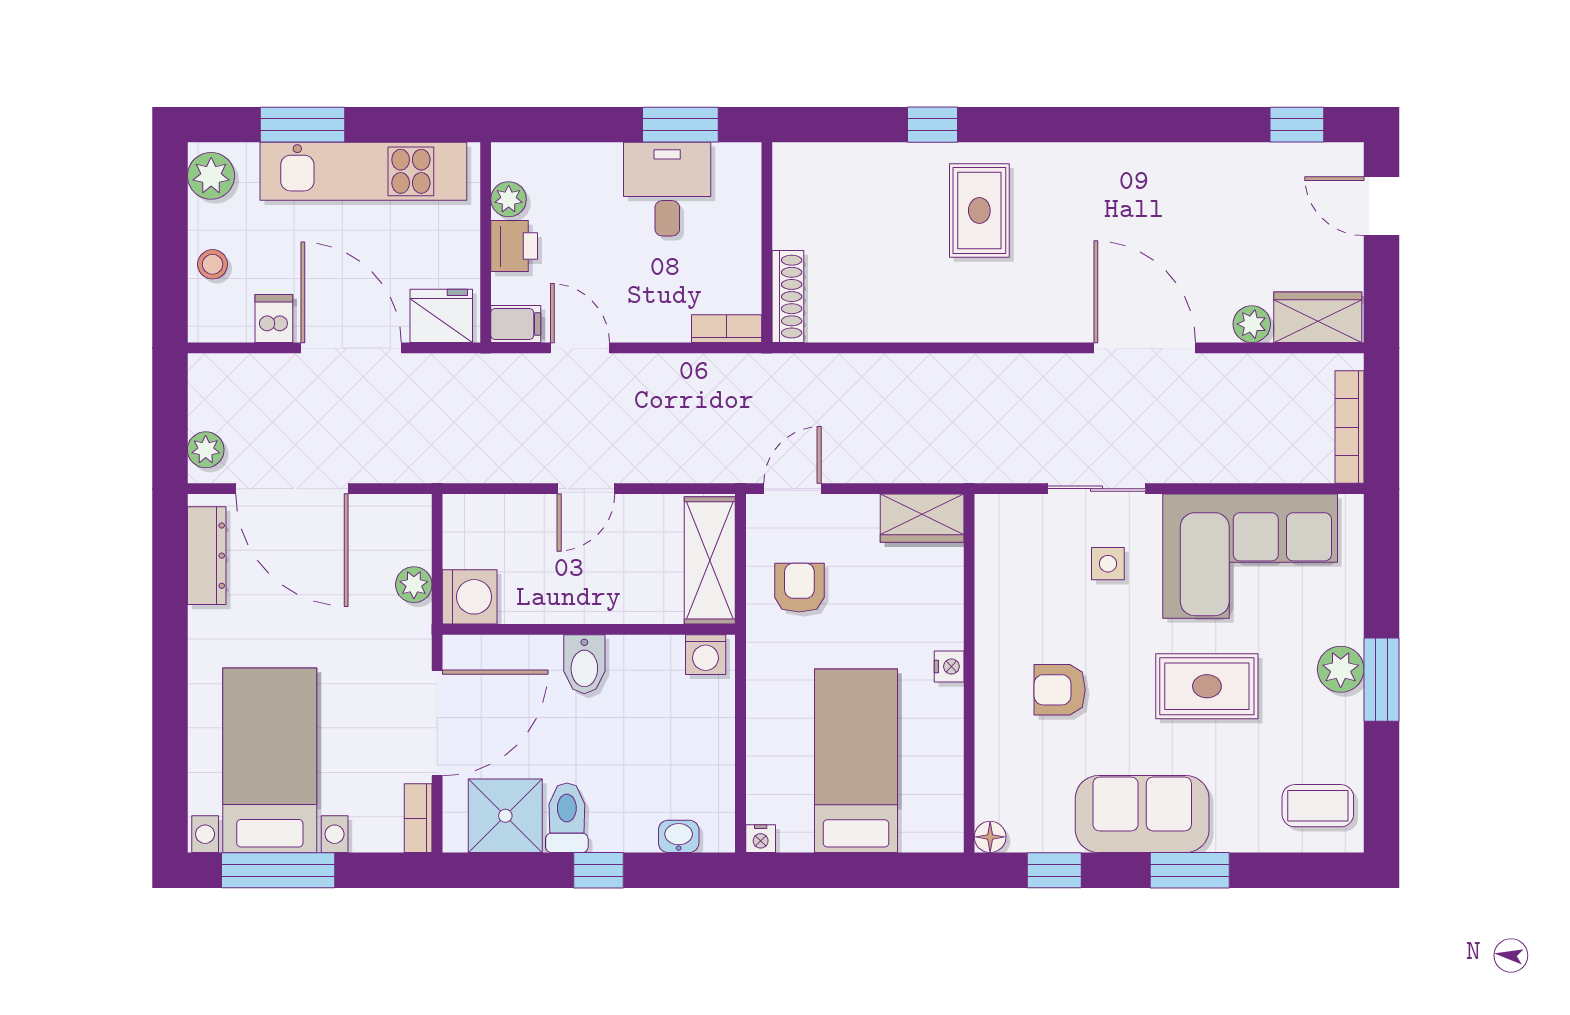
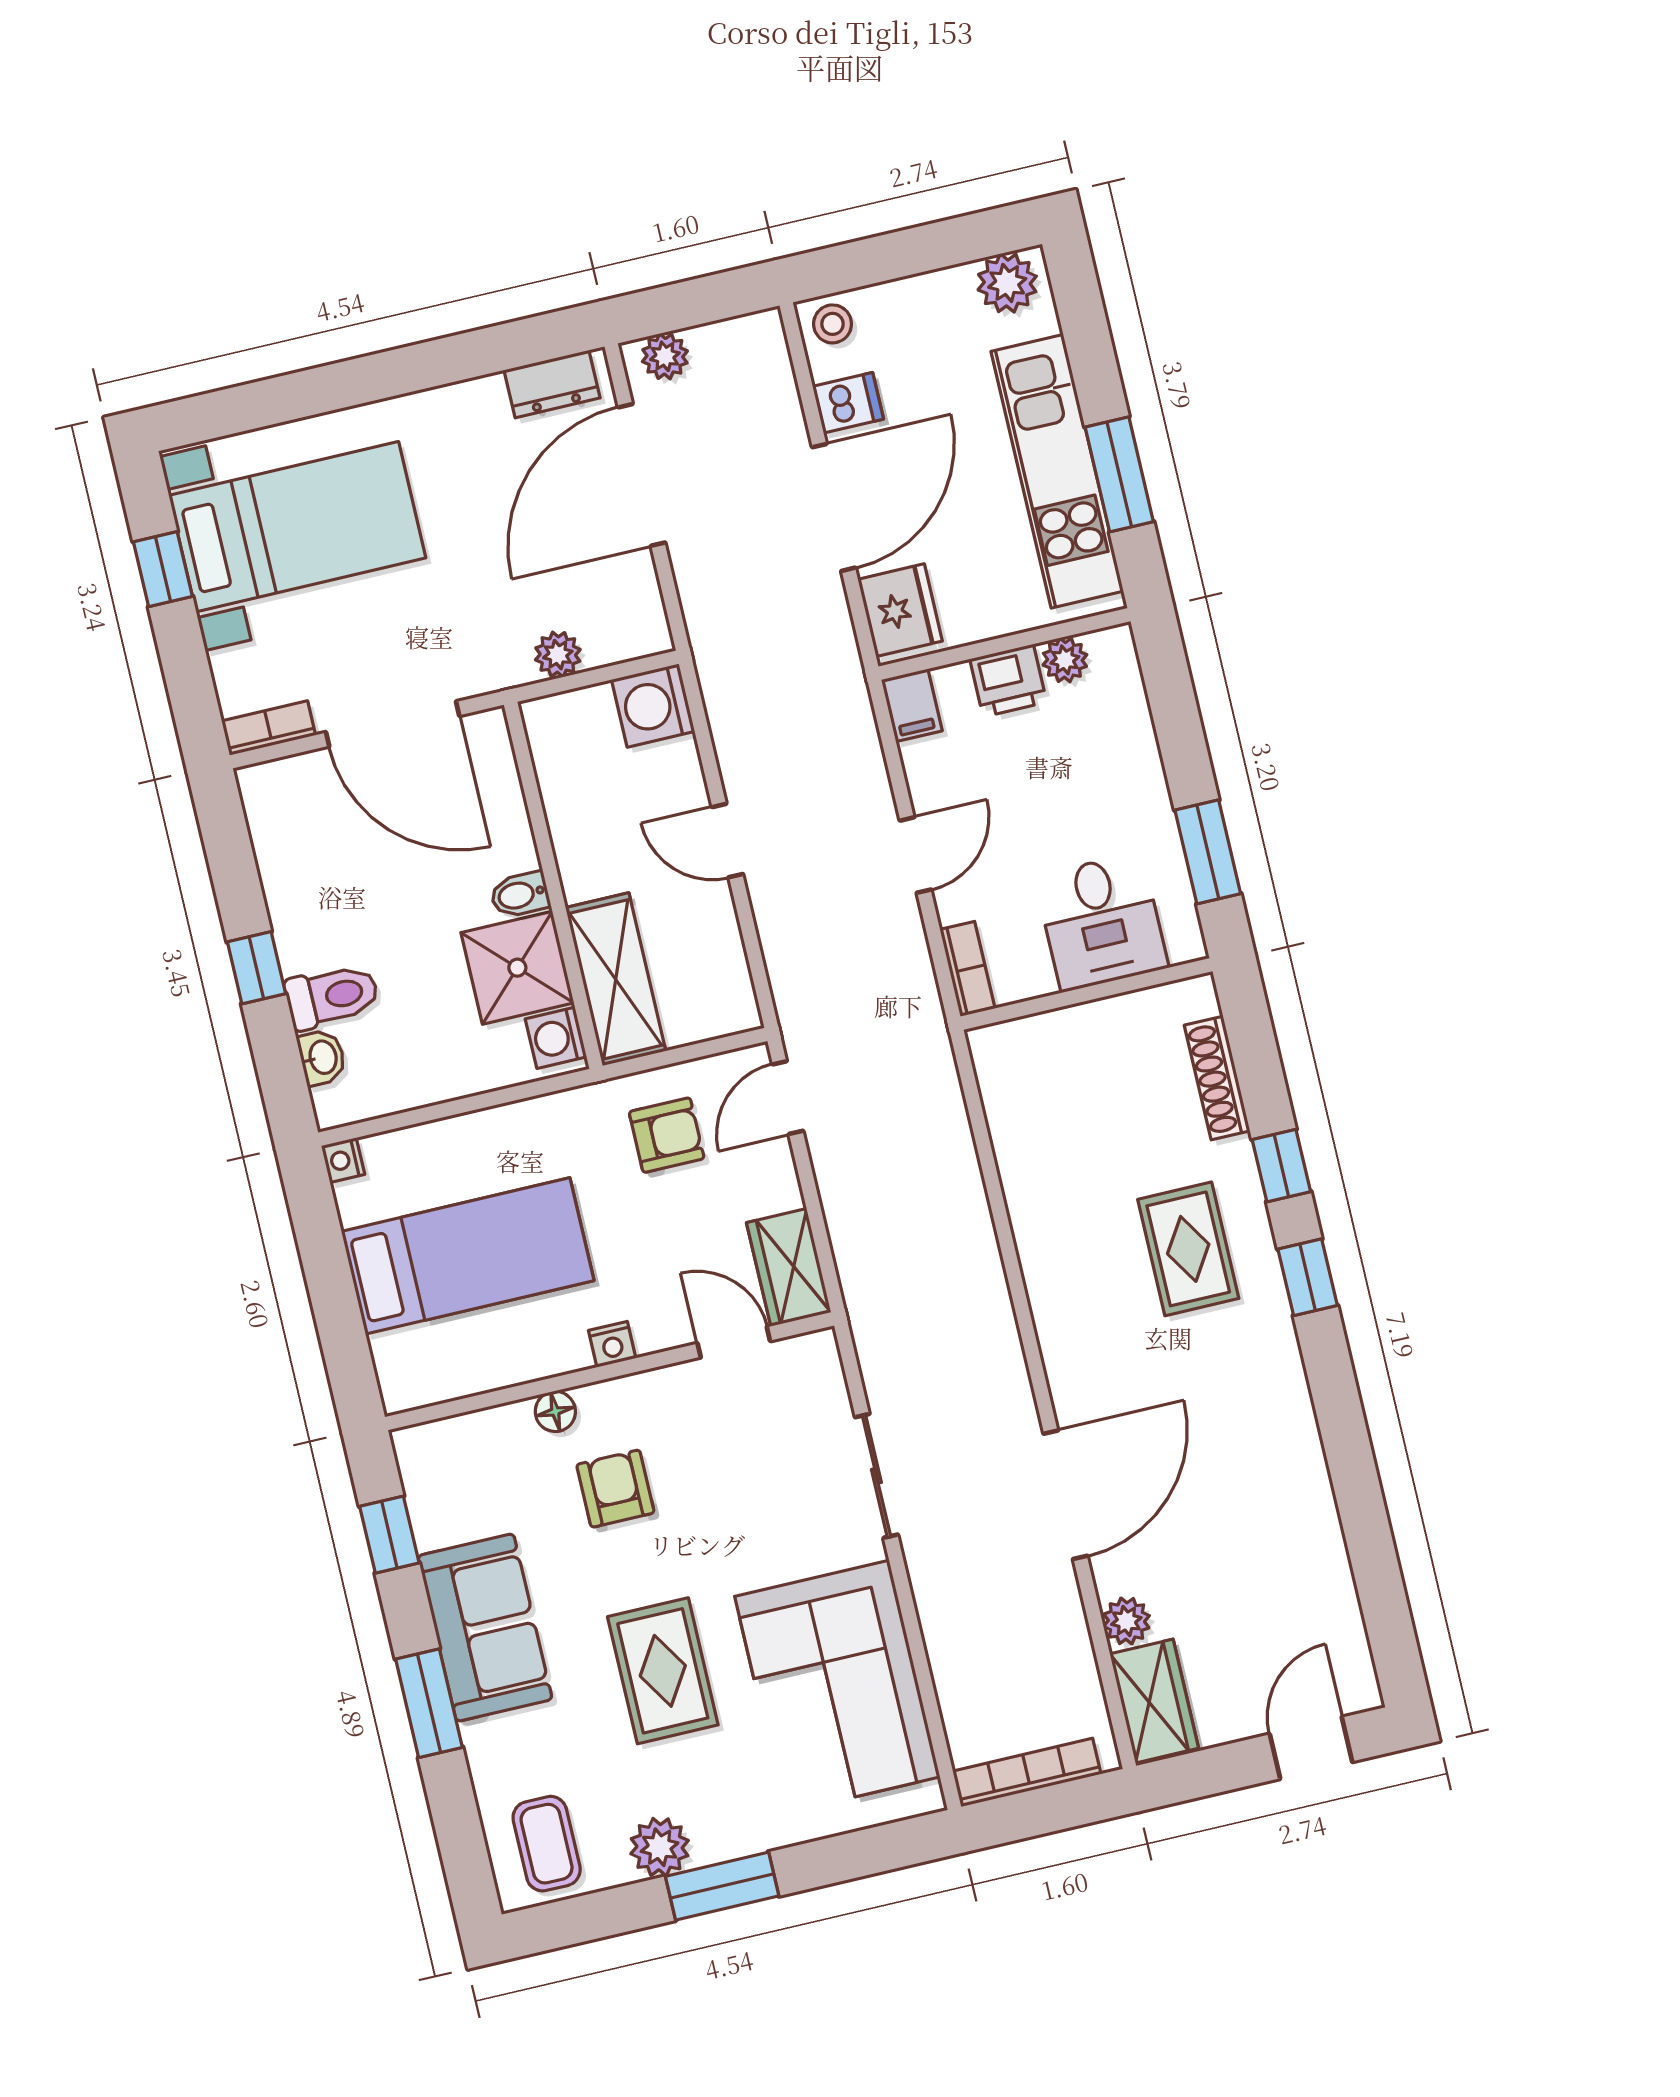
window: (303, 125) -> (1119, 474), moved
window: (1297, 125) -> (1308, 1277), moved
desk: (667, 189) -> (1102, 922), moved, turned 90
rug: (979, 211) -> (1188, 1249), turned 90
stool: (213, 264) -> (833, 324), moved
shoe rack: (788, 297) -> (1217, 1078), moved, turned 90
door: (580, 348) -> (915, 855), moved
door: (792, 489) -> (788, 1098), swing flipped
dresser: (207, 556) -> (552, 384), width x0.70
shelving: (710, 560) -> (616, 979), moved, turned 90
side table: (1108, 564) -> (786, 1512), removed
door: (969, 573) -> (734, 1342), added
washing machine: (470, 597) -> (653, 706), moved, turned 90
bidet: (584, 664) -> (520, 895), width x0.72, depth x0.74
plant: (1341, 669) -> (660, 1847), moved
shower: (505, 816) -> (517, 968), moved
toilet: (567, 818) -> (332, 996), moved
floor lamp: (990, 837) -> (555, 1411), moved
window: (278, 870) -> (163, 569), width x0.46

